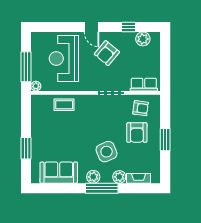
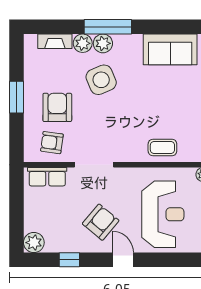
plant: (143, 39) -> (34, 243), moved
plant: (93, 177) -> (103, 43), moved

